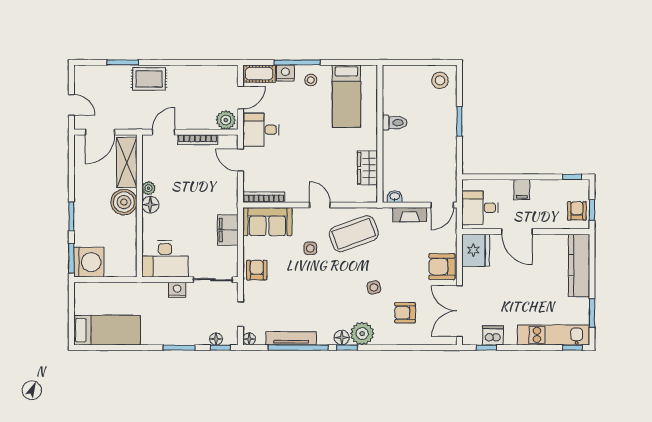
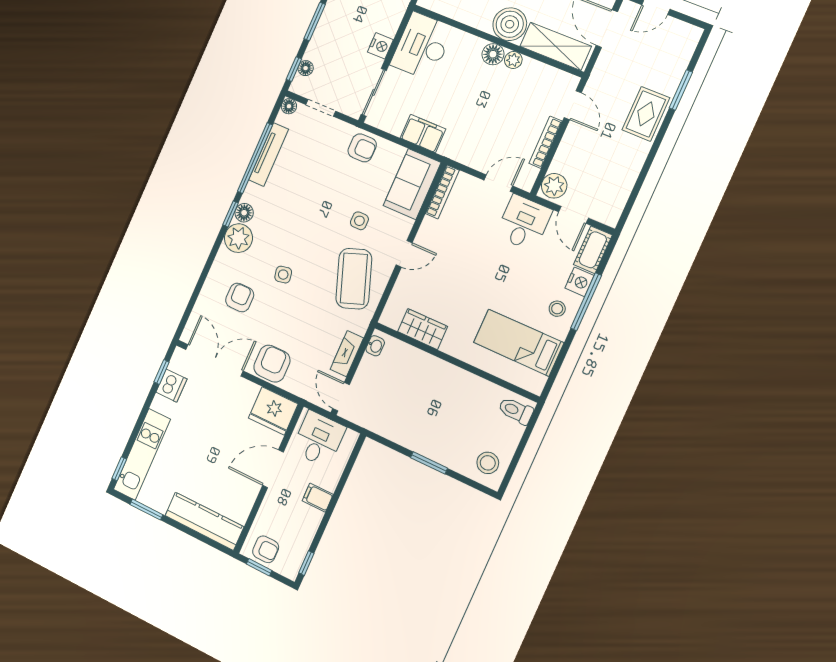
toilet: (395, 123) -> (516, 411), moved, turned 90

